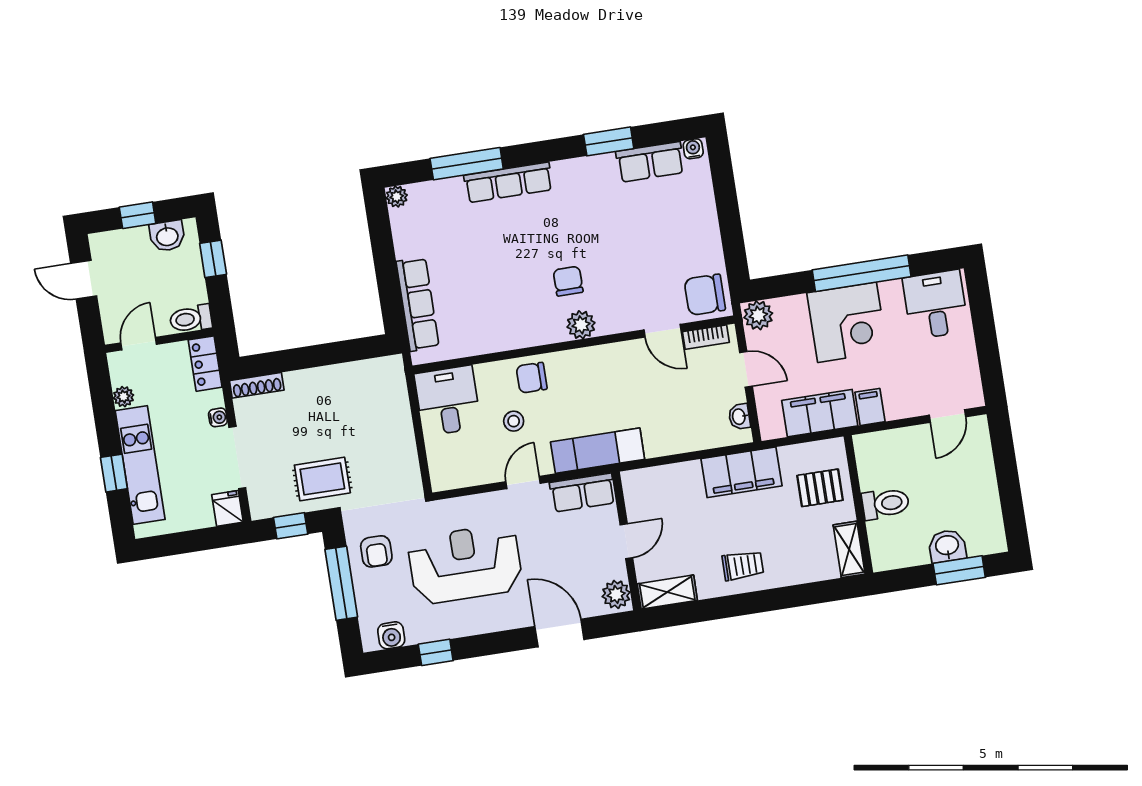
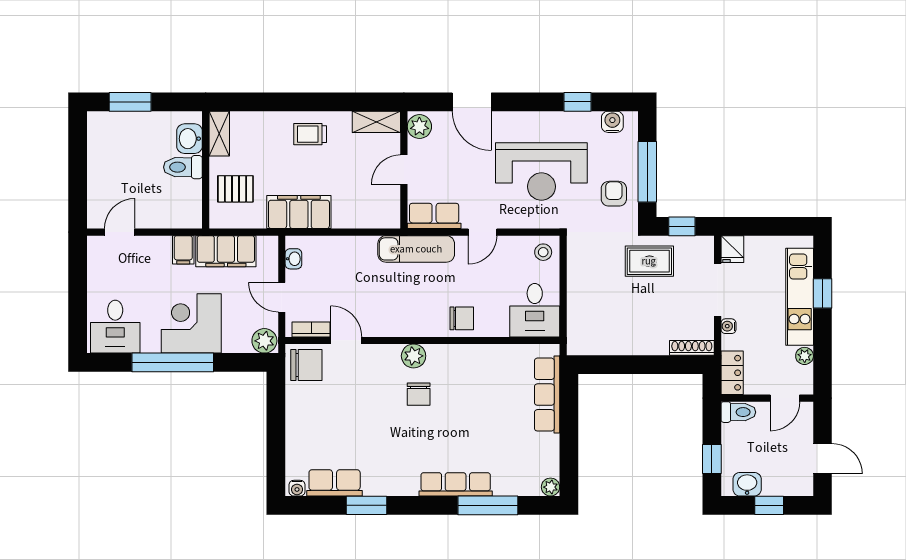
stool: (514, 421) -> (543, 252), moved
washbasin: (947, 546) -> (190, 139), moved, turned 90

